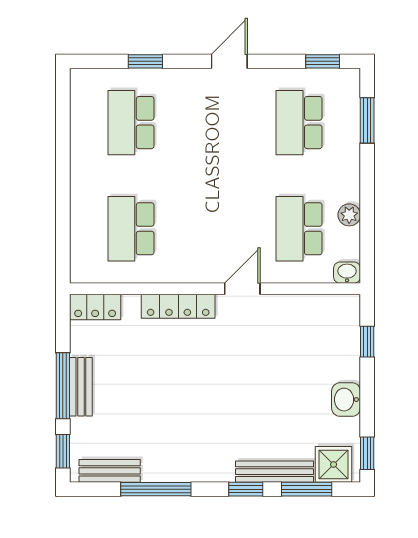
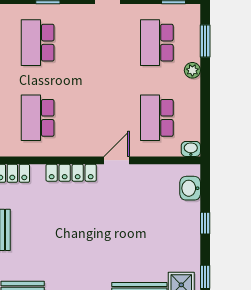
plant: (349, 215) -> (192, 70), moved
window: (367, 342) -> (205, 223), moved
washbasin: (346, 400) -> (190, 188), moved

